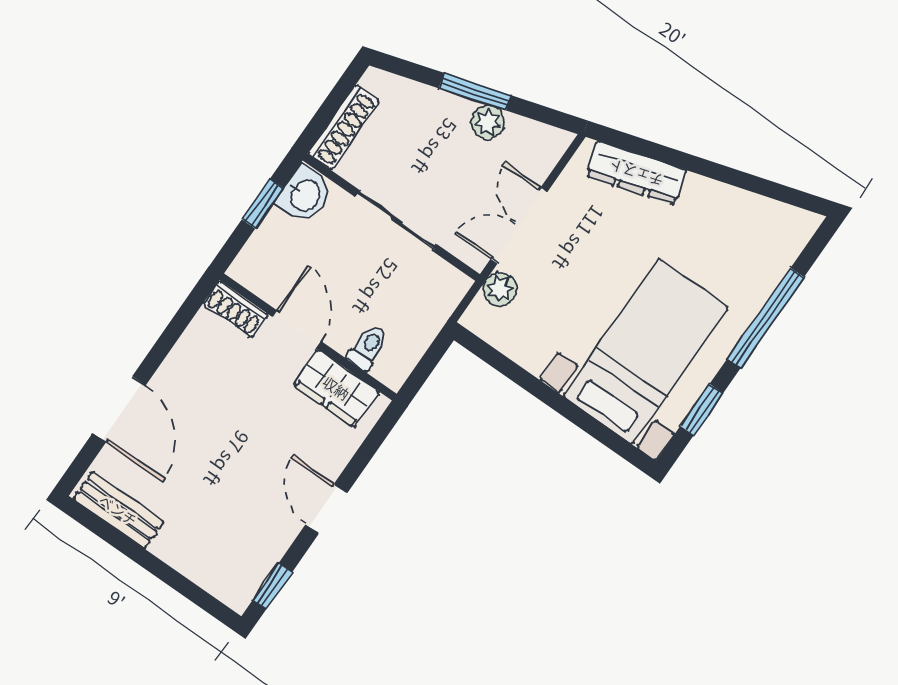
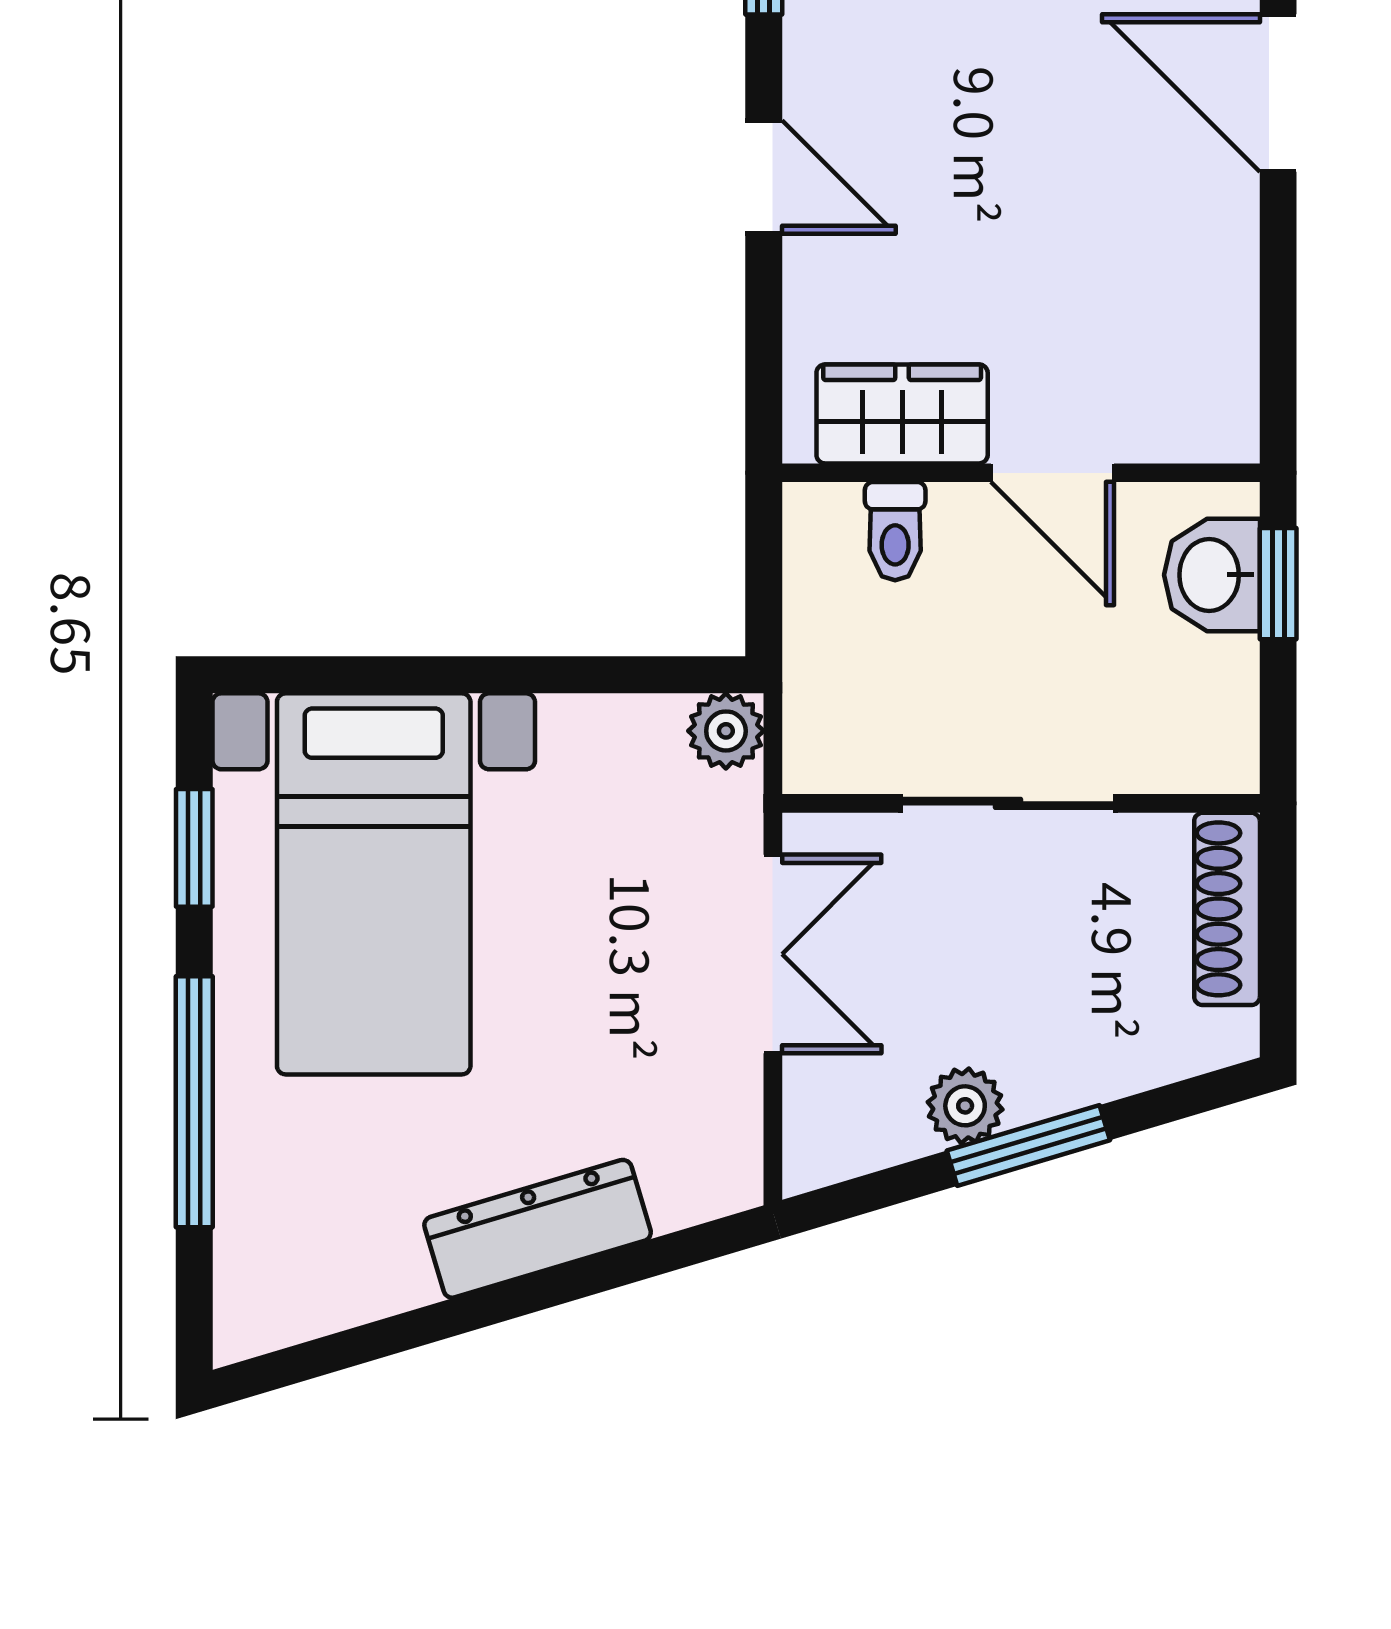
dresser: (636, 173) -> (538, 1229), moved
washbasin: (304, 195) -> (1212, 575), moved
window: (263, 204) -> (1278, 584), moved
plant: (500, 289) -> (726, 731), moved
shoe rack: (236, 309) -> (1192, 430), removed

